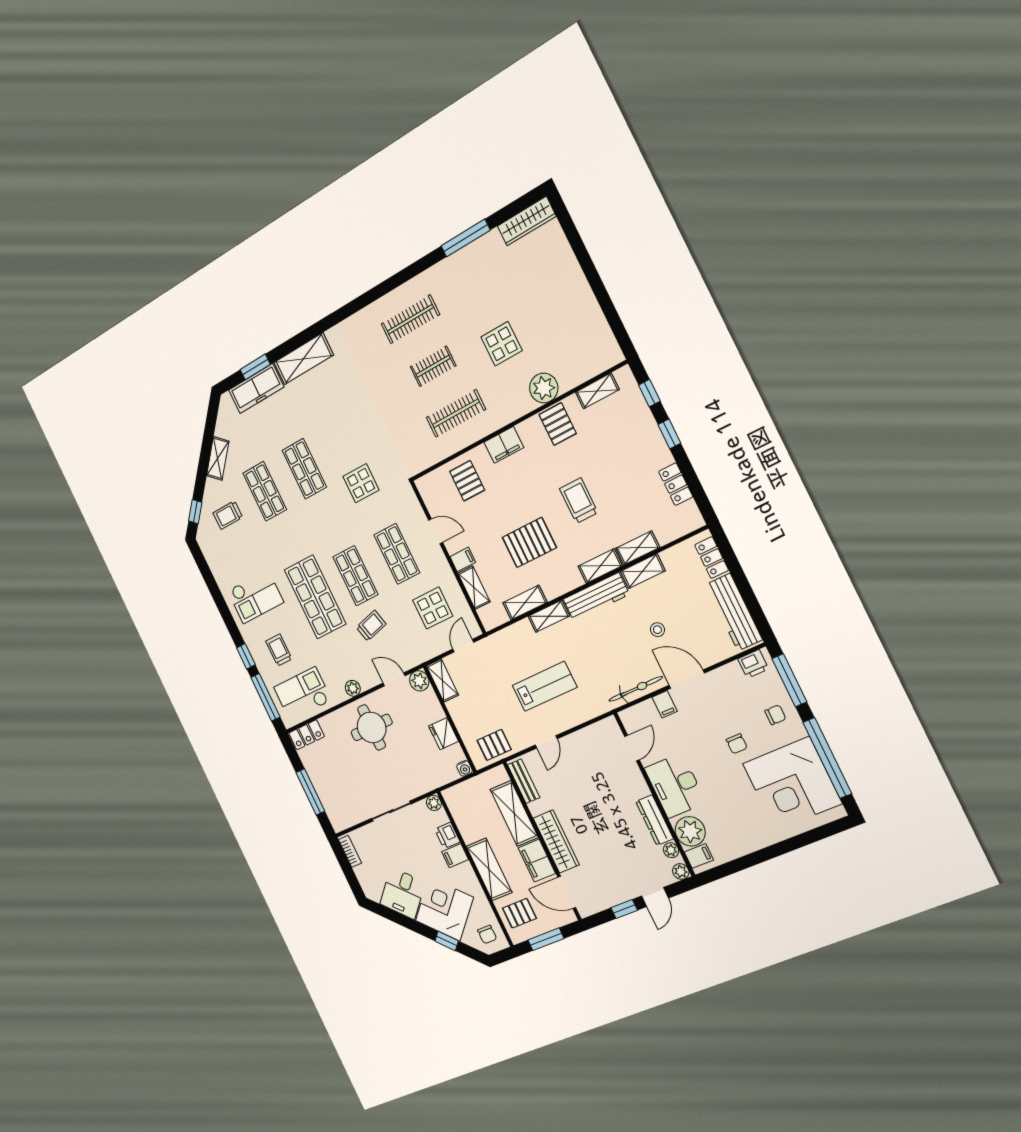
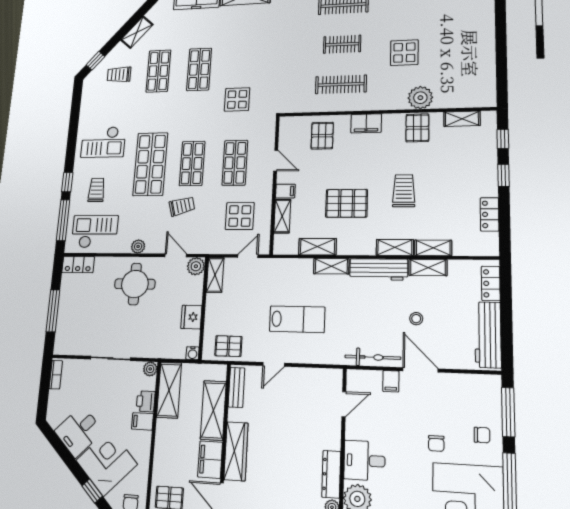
printer: (753, 664) -> (484, 384), removed
desk: (675, 786) -> (364, 461), width x0.73
shelving: (489, 869) -> (169, 390), moved

